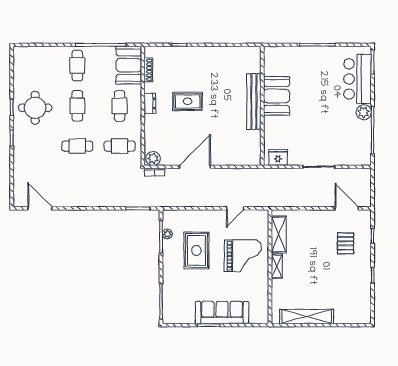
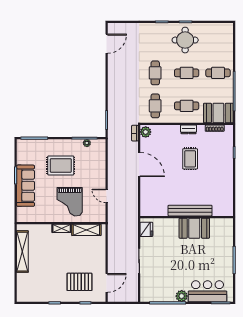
pallet: (346, 243) -> (79, 282), width x1.50, depth x1.42
rug: (196, 250) -> (61, 165), moved

